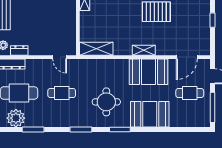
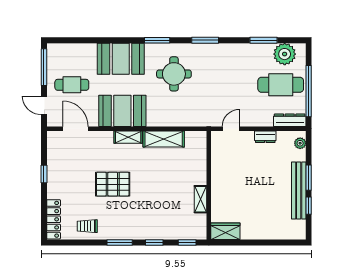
shelving: (96, 49) -> (164, 139), moved
dresser: (19, 51) -> (265, 137), moved
door: (60, 57) -> (231, 129), hinge flipped
door: (187, 57) -> (75, 129), hinge flipped
cafe table: (62, 93) -> (228, 85), removed

